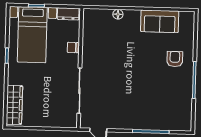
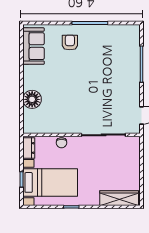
floor lamp: (118, 14) -> (32, 99), width x1.89, depth x1.89
sofa: (160, 21) -> (33, 46), moved
armchair: (175, 59) -> (70, 43), turned 90

